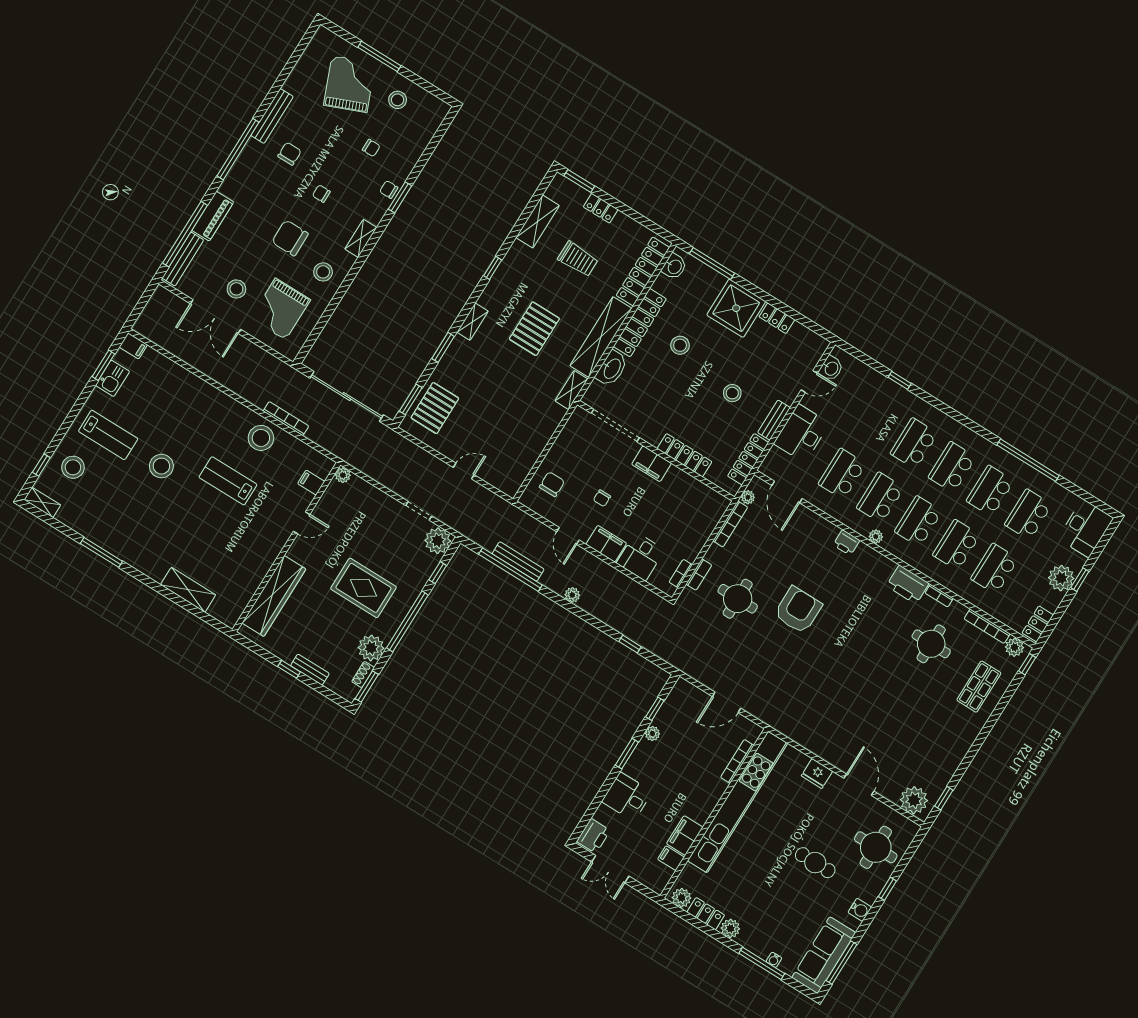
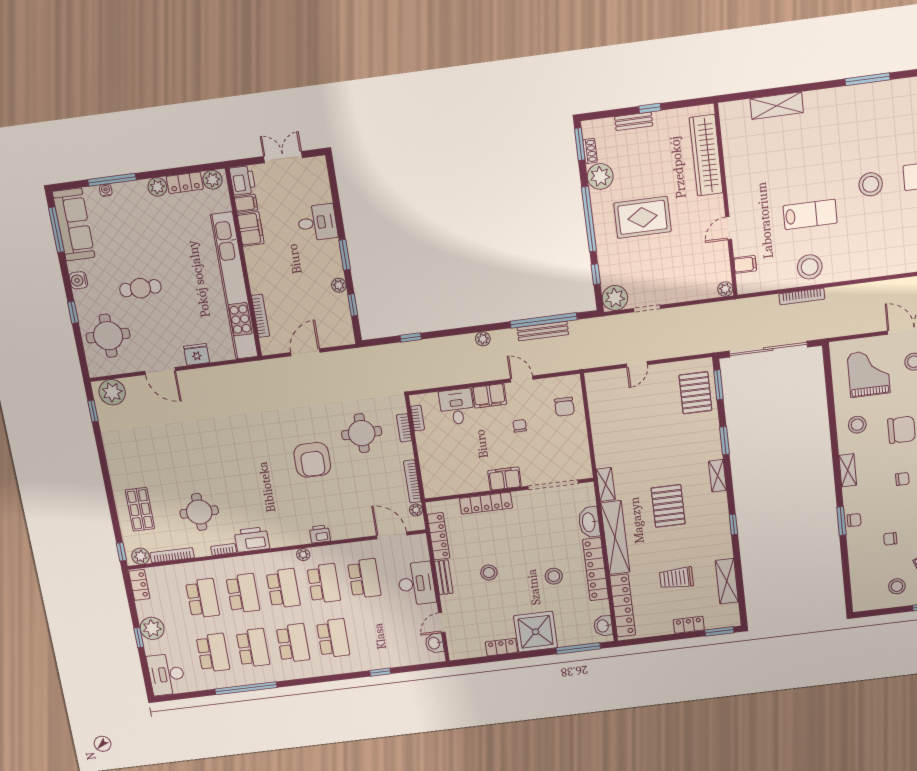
printer: (593, 836) -> (242, 180), moved, turned 180

